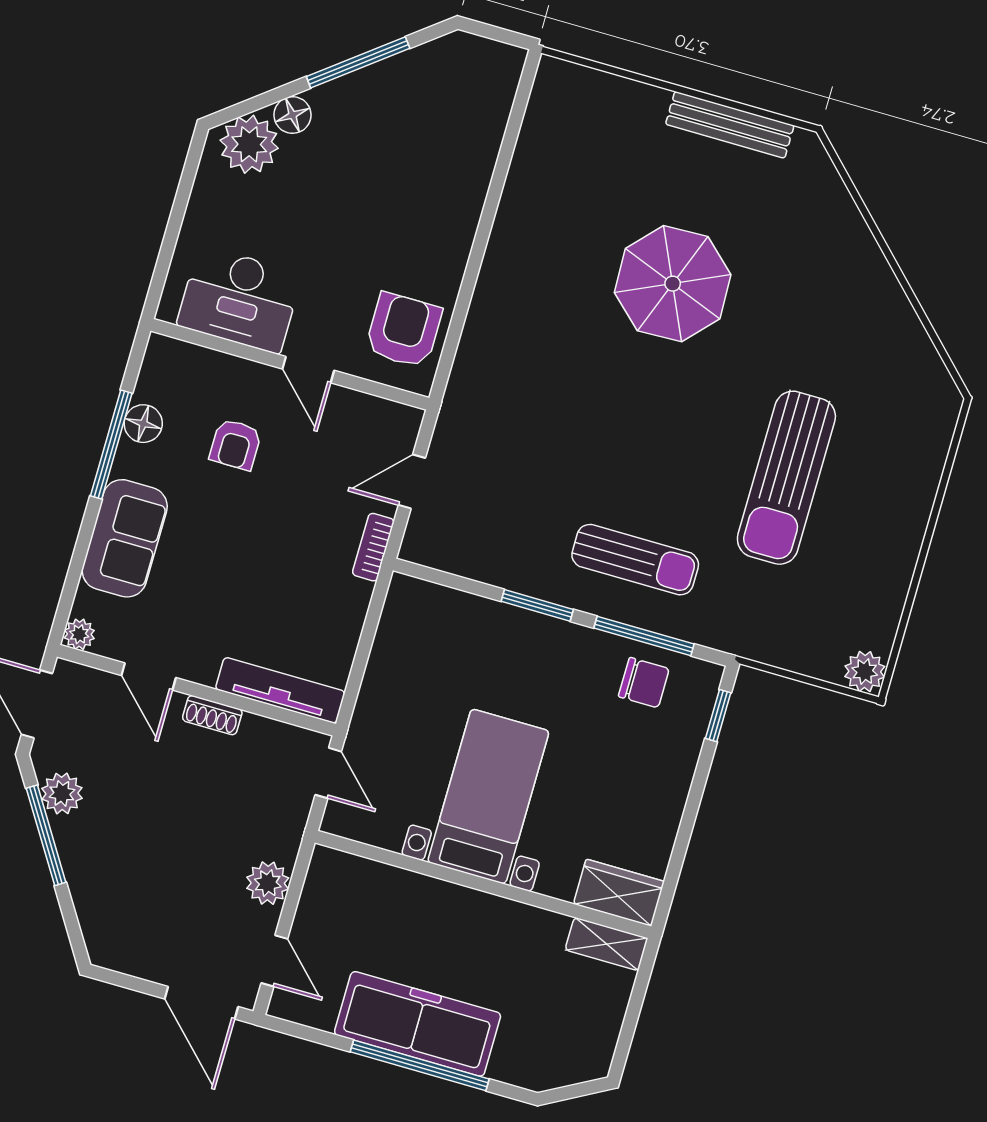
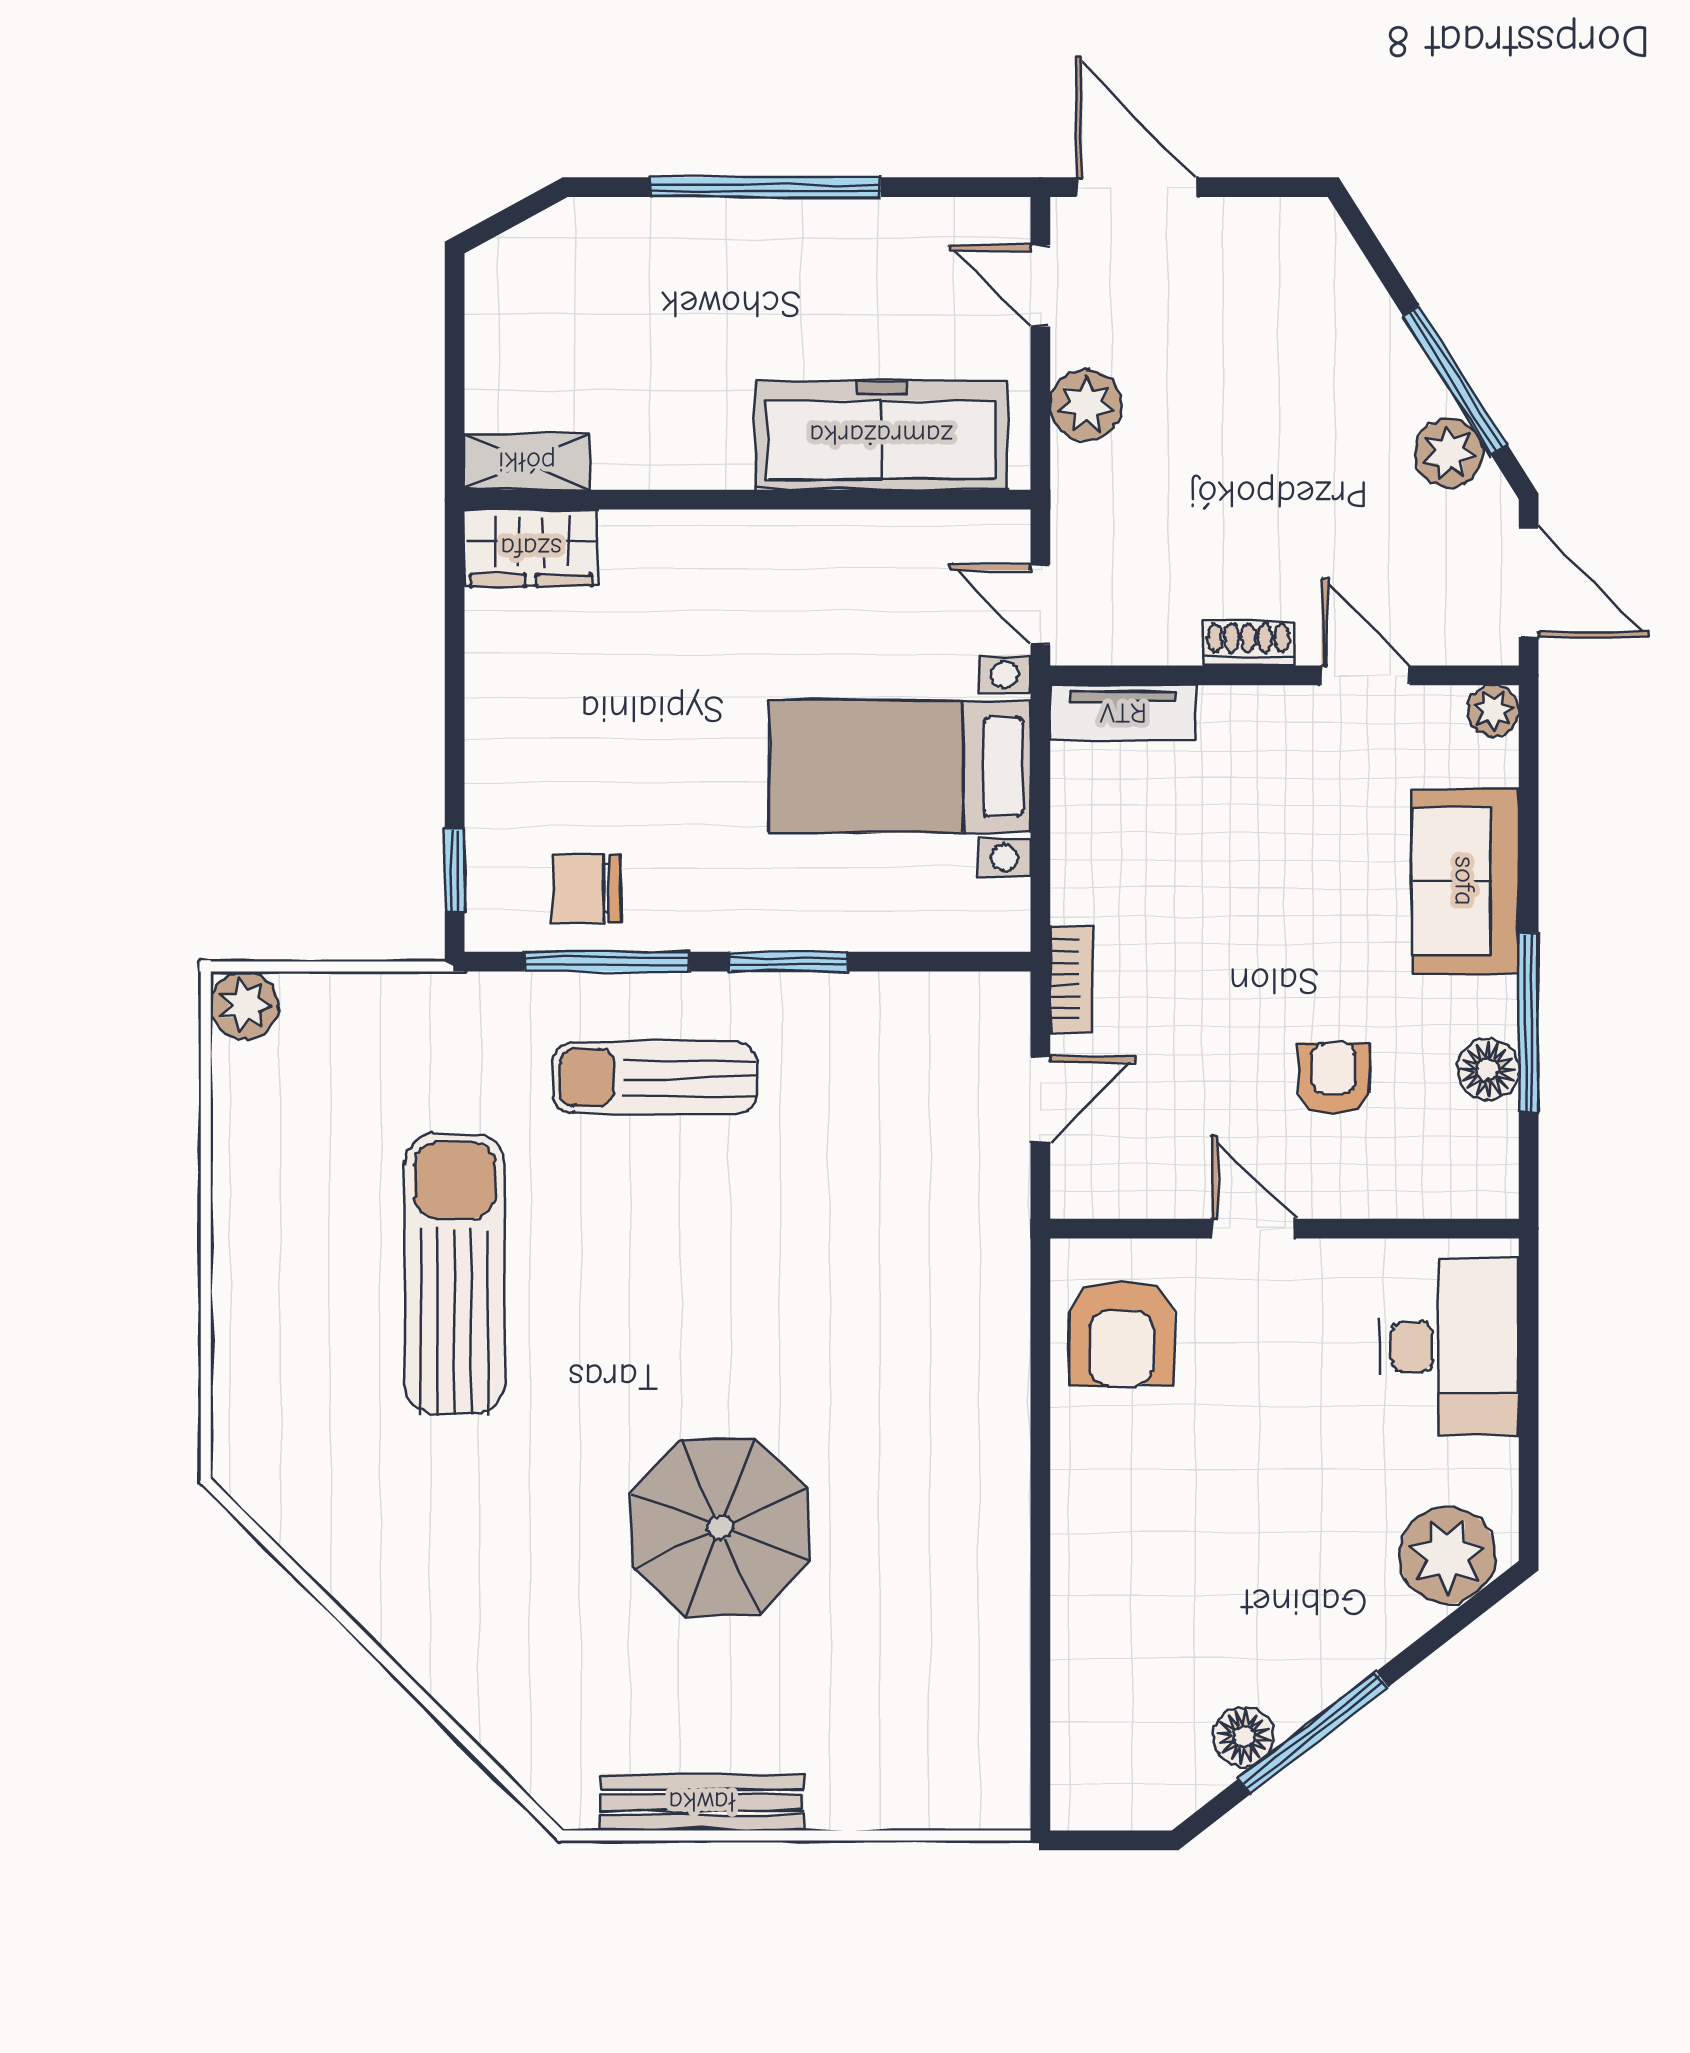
floor lamp: (292, 115) -> (1244, 1736), moved
desk: (239, 299) -> (1449, 1347), moved, turned 90
tv unit: (280, 690) -> (1123, 713), width x0.71
bed with nightstands: (488, 796) -> (900, 766), moved, turned 90
freezer: (418, 1024) -> (881, 435), moved, turned 180

